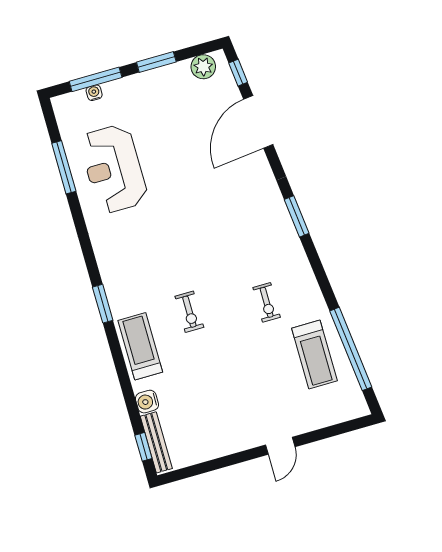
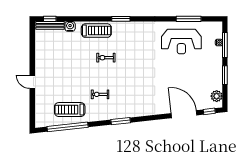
reception desk: (114, 169) -> (181, 42), turned 180
window: (297, 216) -> (121, 121), moved

